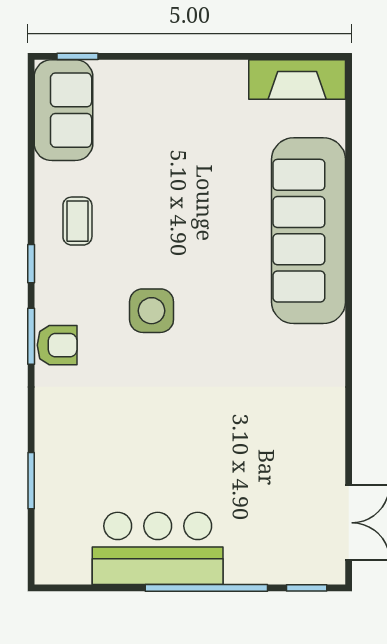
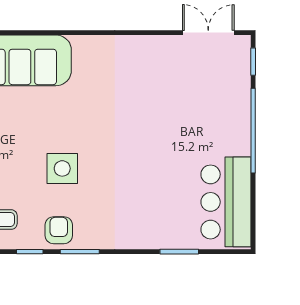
armchair: (57, 345) -> (59, 230), moved
bar counter: (158, 548) -> (226, 202), moved

